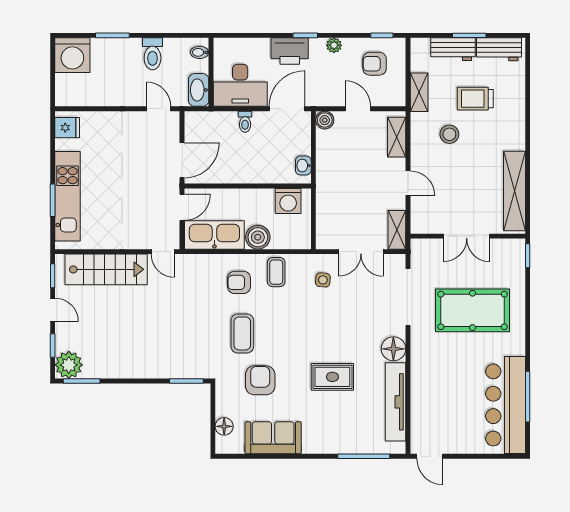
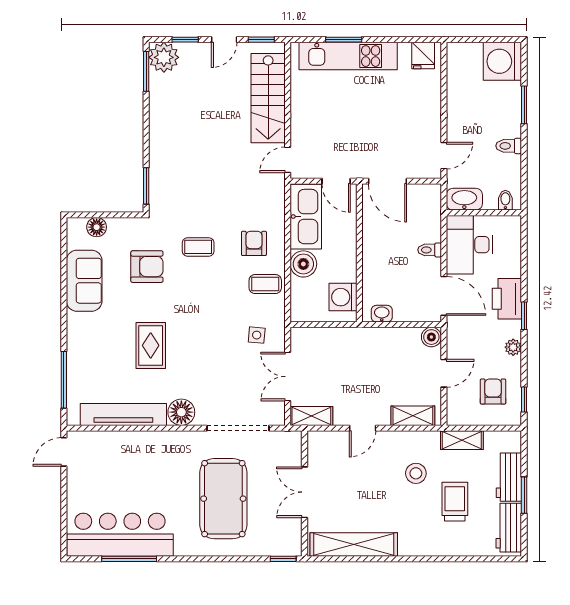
toilet: (153, 54) -> (509, 146), width x0.73, depth x0.72
coffee table: (242, 333) -> (198, 247), width x0.73, depth x0.77

